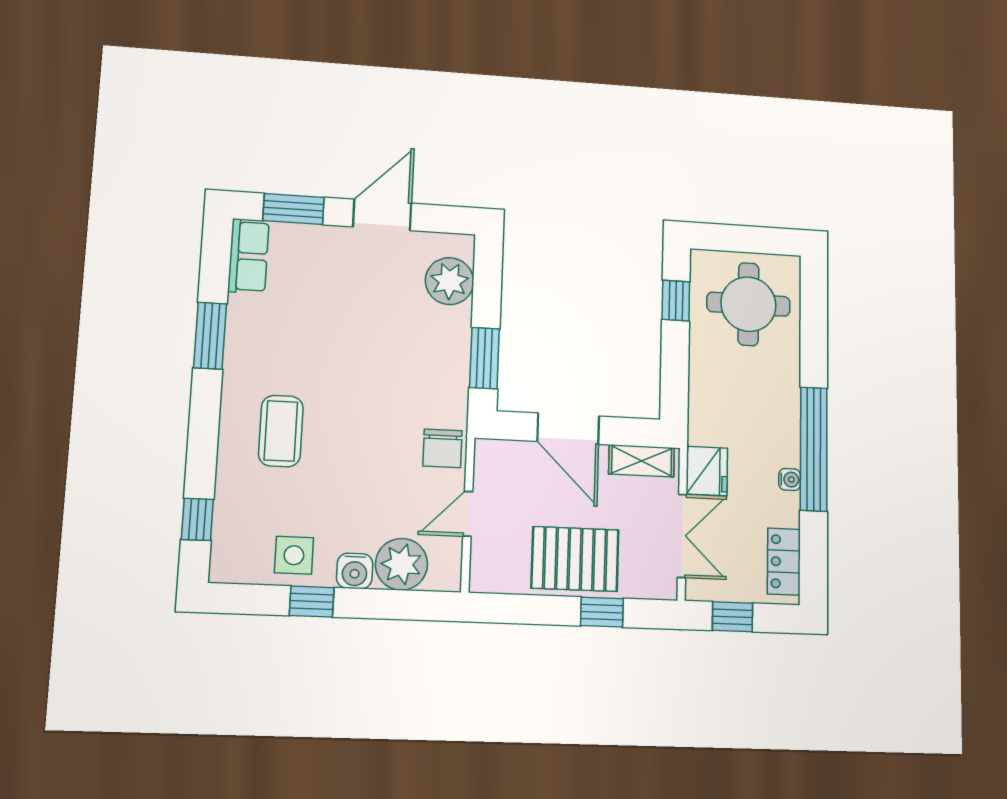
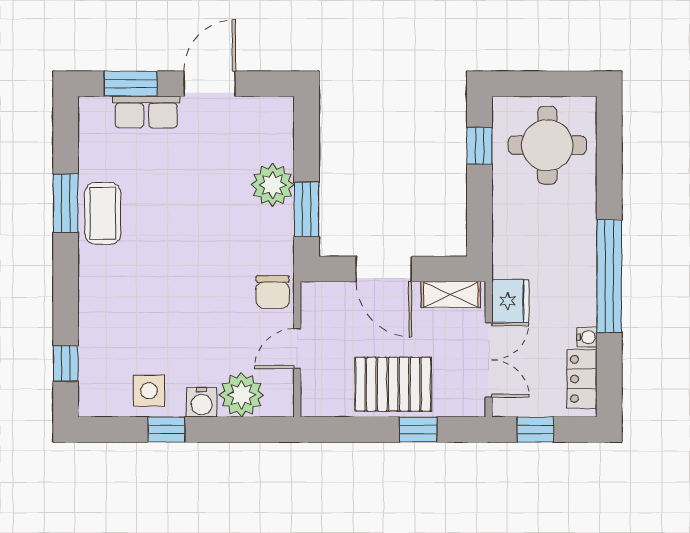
row of seats: (248, 256) -> (146, 112), moved, turned 90
plant: (450, 281) -> (273, 185), moved
coffee table: (281, 431) -> (103, 213), moved
water cooler: (790, 479) -> (587, 337), moved

